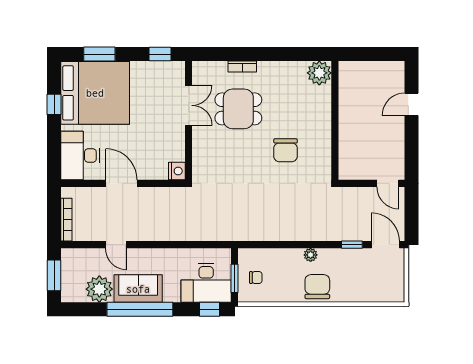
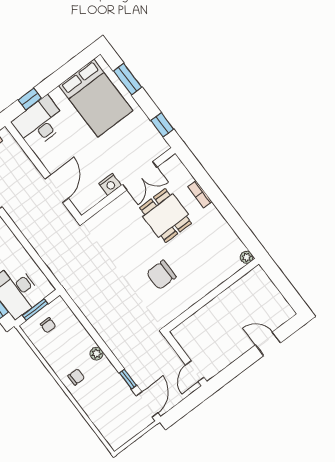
plant: (319, 73) -> (247, 257), width x0.53, depth x0.53
bed: (95, 93) -> (96, 98), width x0.73
window: (54, 104) -> (30, 99), moved
nightstand: (177, 171) -> (110, 184), moved
door: (121, 183) -> (57, 189), moved
chair: (317, 287) -> (76, 377), width x0.54, depth x0.54

